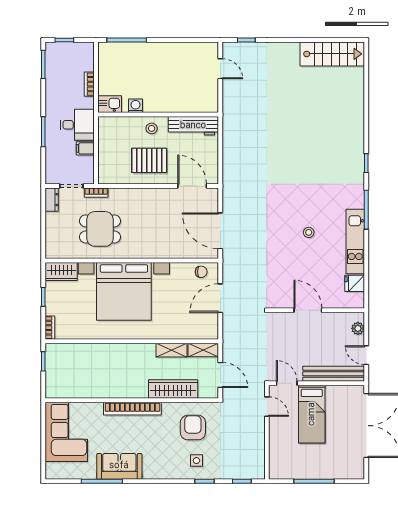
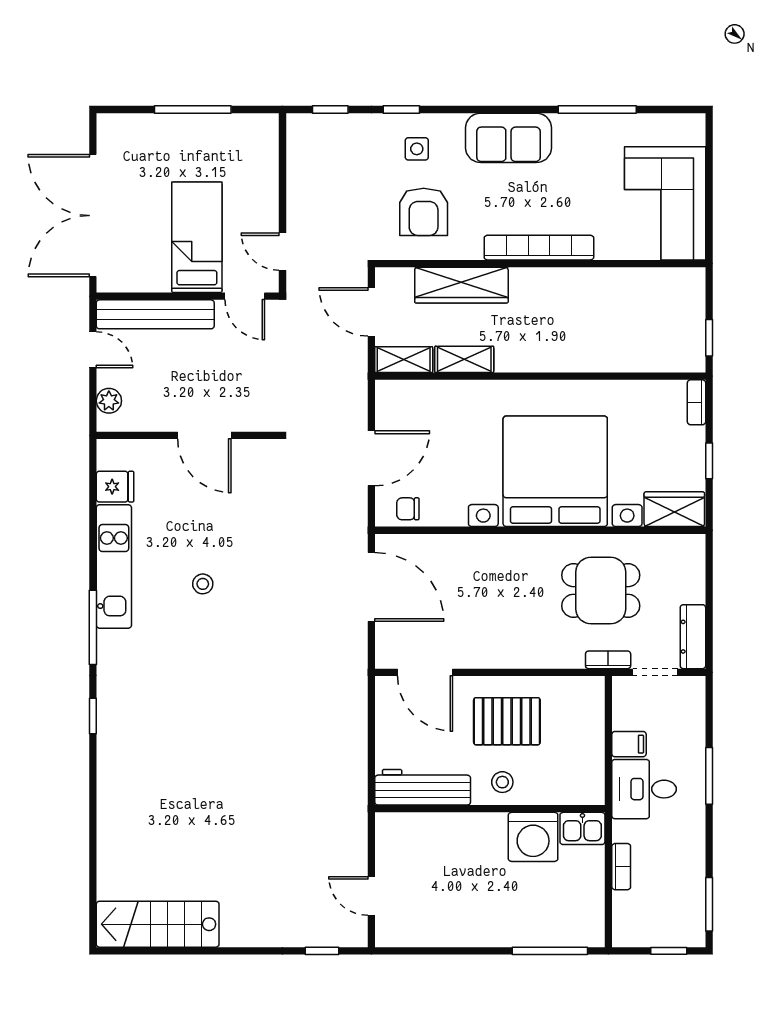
washing machine: (135, 106) -> (533, 837), width x1.89, depth x1.89
dresser: (52, 200) -> (693, 637), width x1.44
sofa: (119, 466) -> (508, 138), moved

